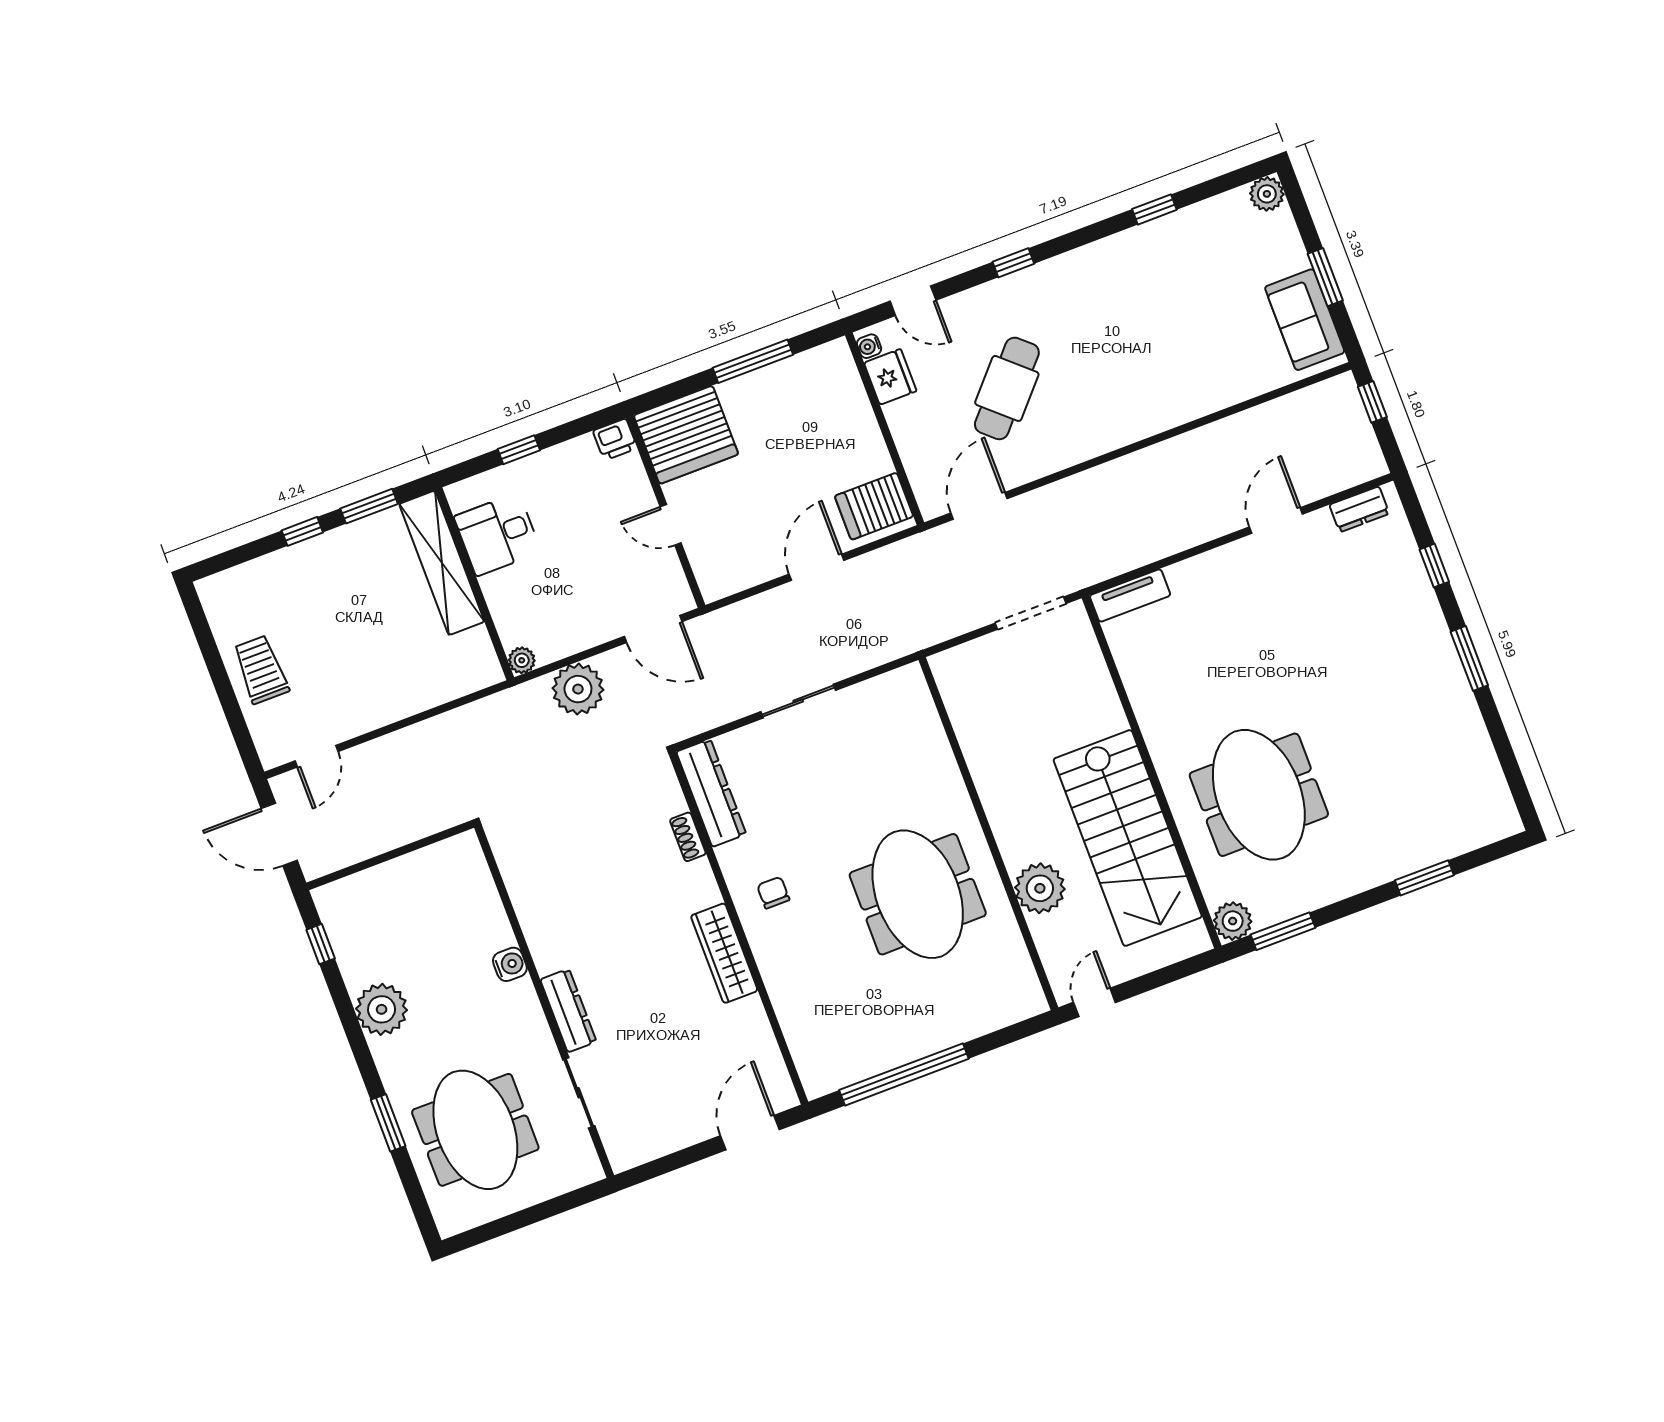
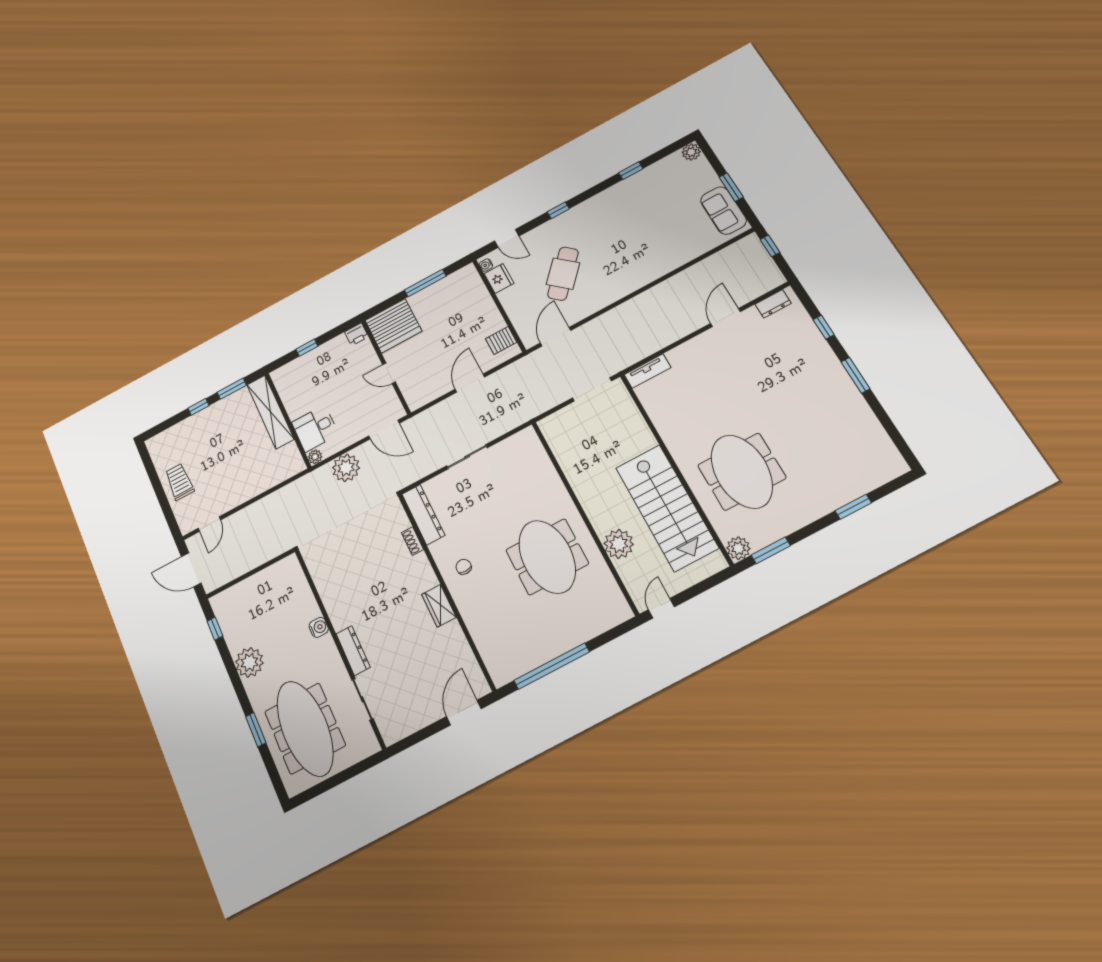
server rack: (874, 506) -> (501, 341), width x0.73, depth x0.70
desk: (498, 534) -> (315, 428), moved
wardrobe: (724, 953) -> (439, 606), width x0.67
meeting table: (475, 1130) -> (305, 728), width x1.36

